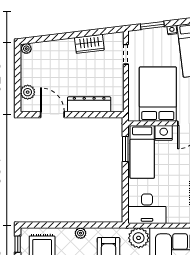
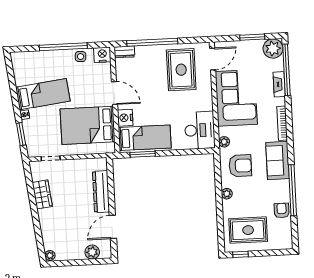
plant: (139, 238) -> (224, 142), width x0.53, depth x0.53

